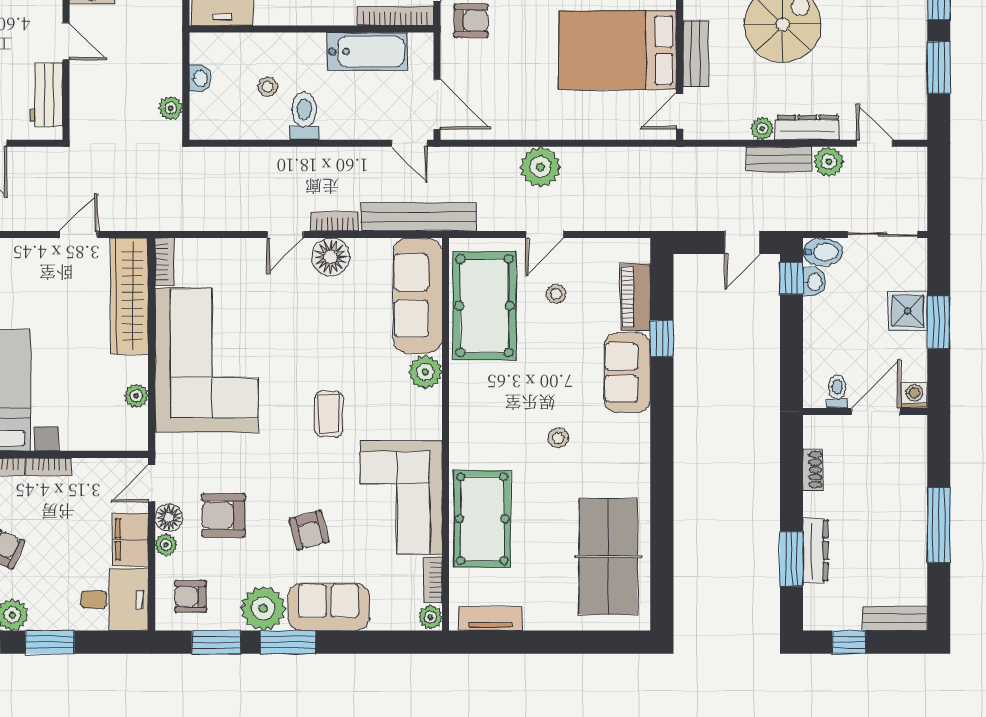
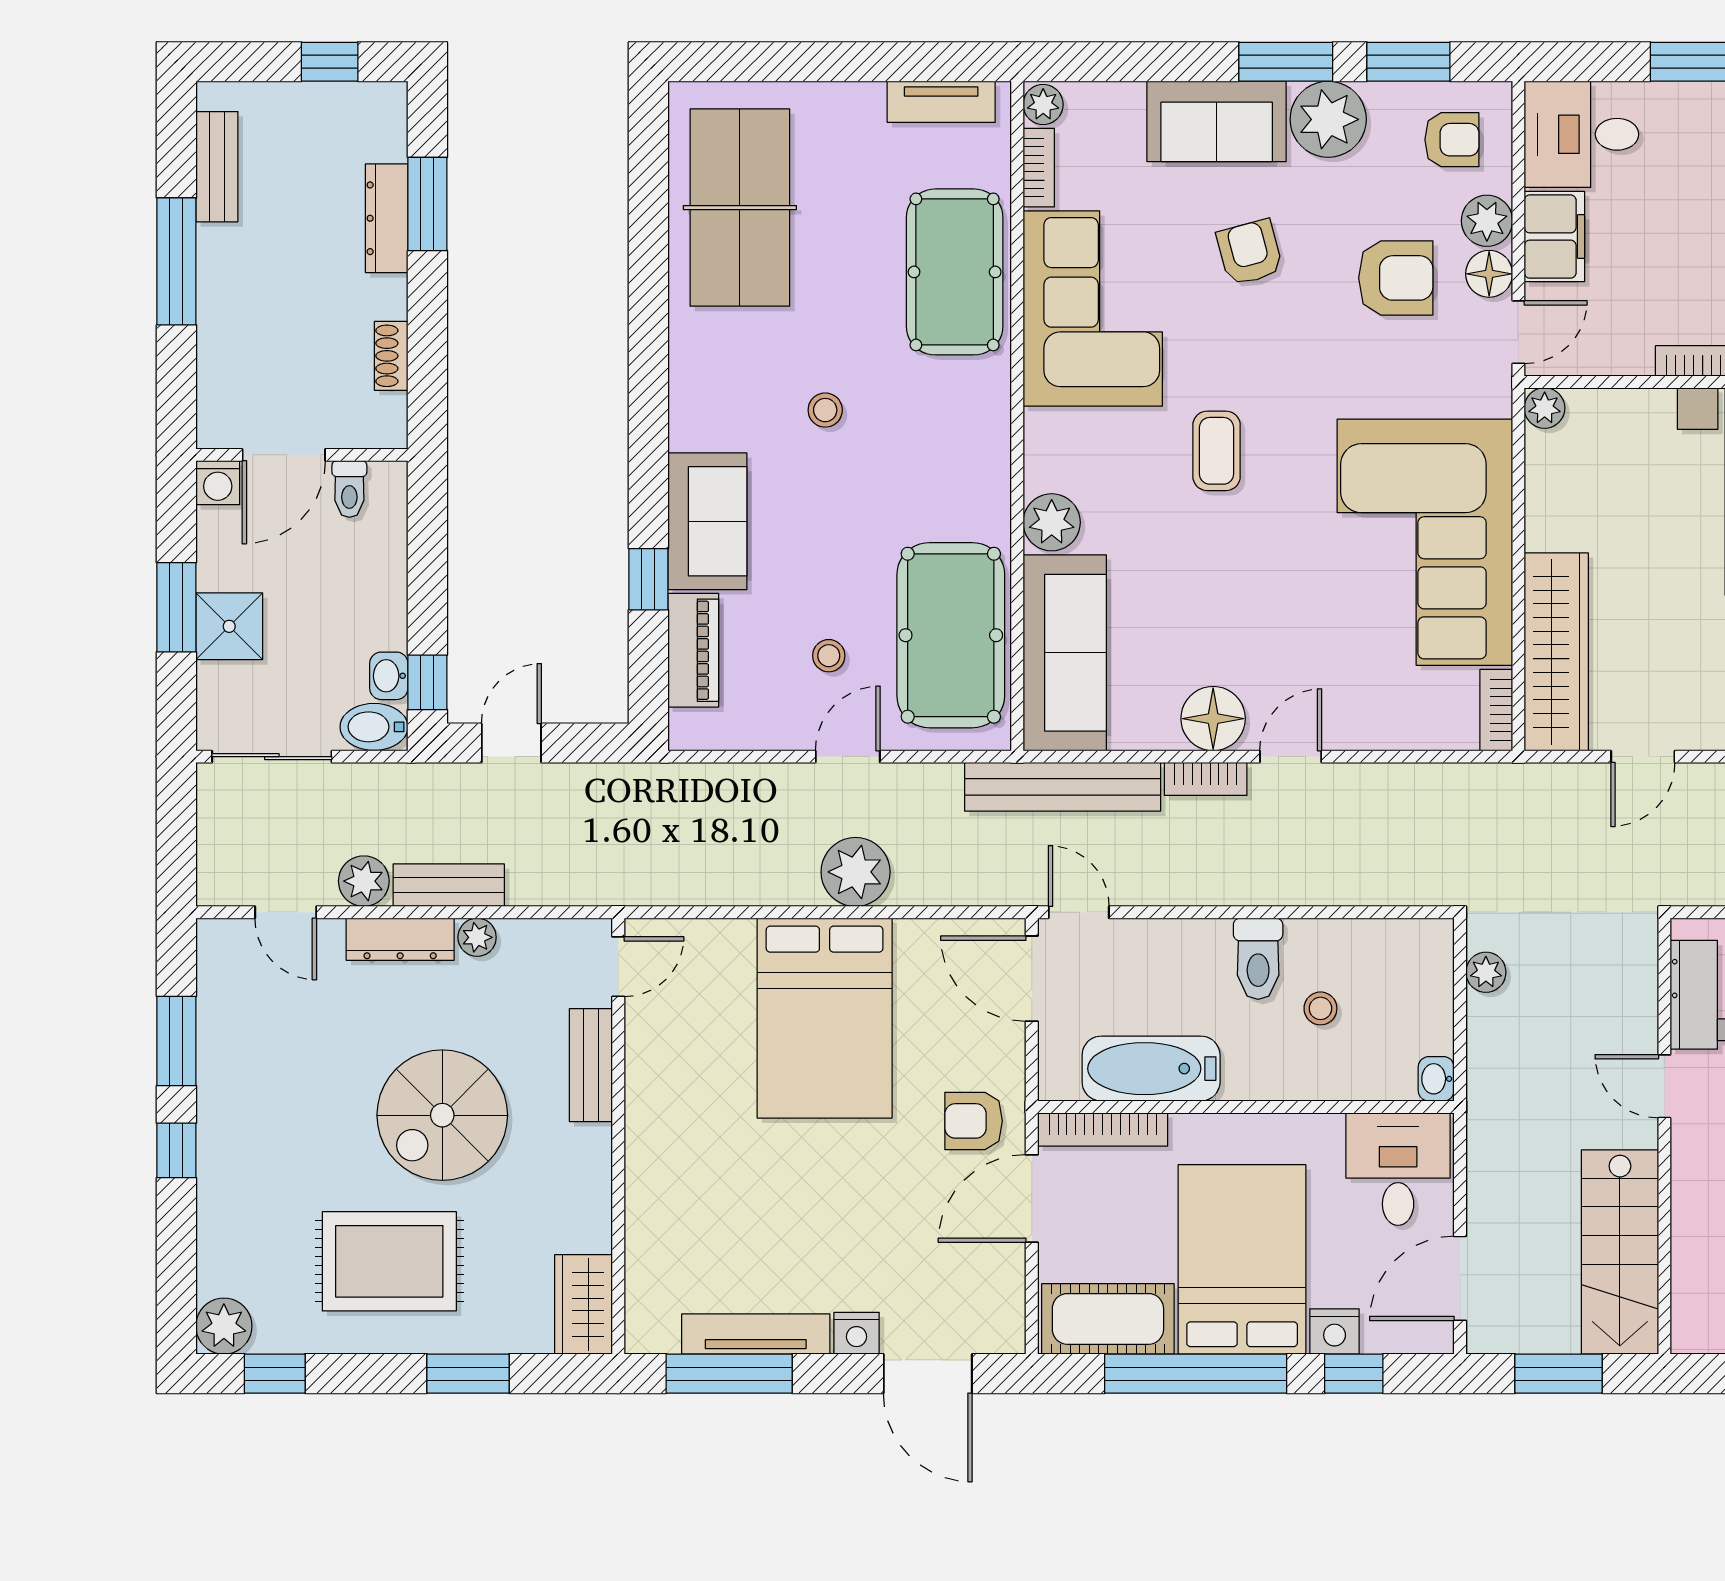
bed: (618, 50) -> (825, 1018), moved, turned 90
washbasin: (200, 78) -> (1436, 1079), moved
plant: (136, 396) -> (1545, 408), moved
plant: (166, 545) -> (1487, 221), width x1.38, depth x1.38
bench: (895, 618) -> (217, 167), moved, turned 90

